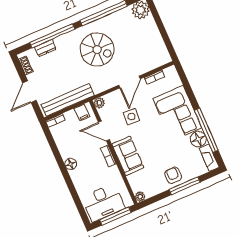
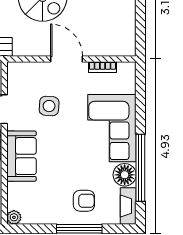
door: (129, 82) -> (67, 59), swing flipped
plant: (99, 103) -> (14, 69), removed
armchair: (173, 175) -> (84, 201), moved, turned 90

